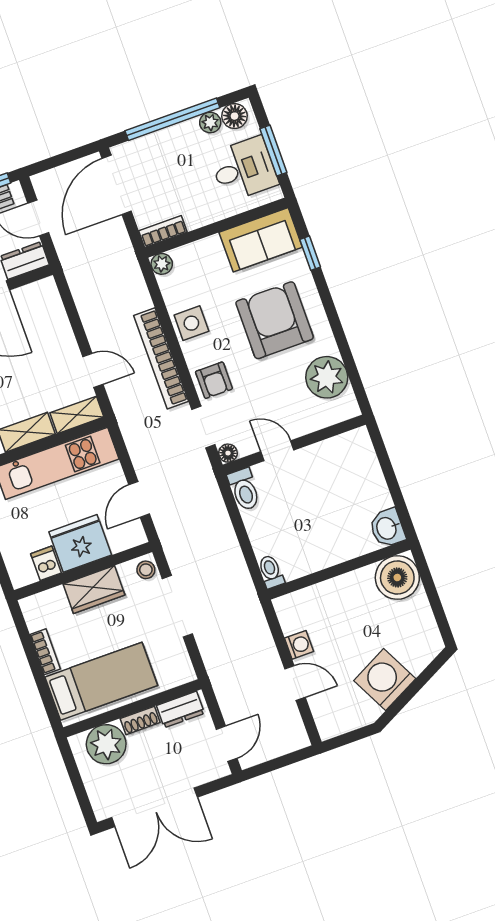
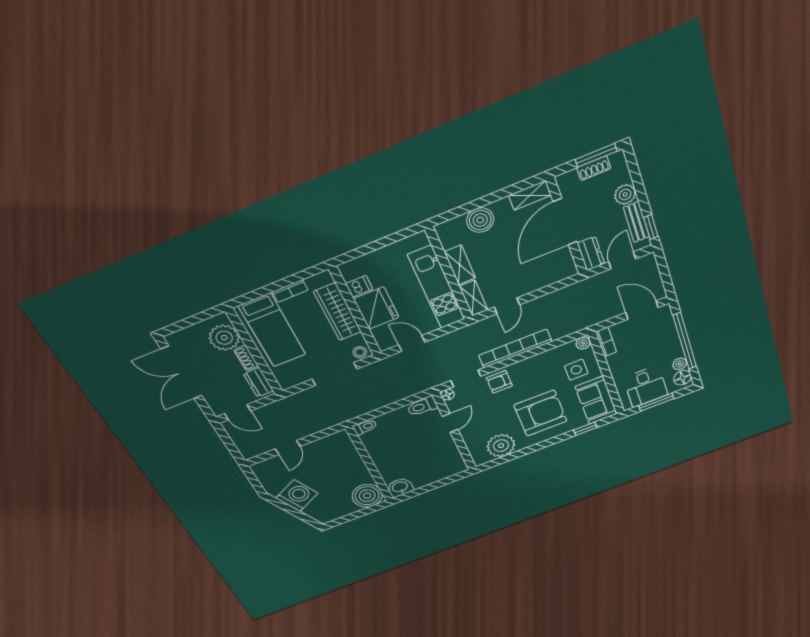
door: (117, 185) -> (642, 310), width x0.73
side table: (191, 323) -> (576, 370), moved
wardrobe: (94, 589) -> (338, 312), width x1.50
washing machine: (299, 645) -> (315, 447), removed

